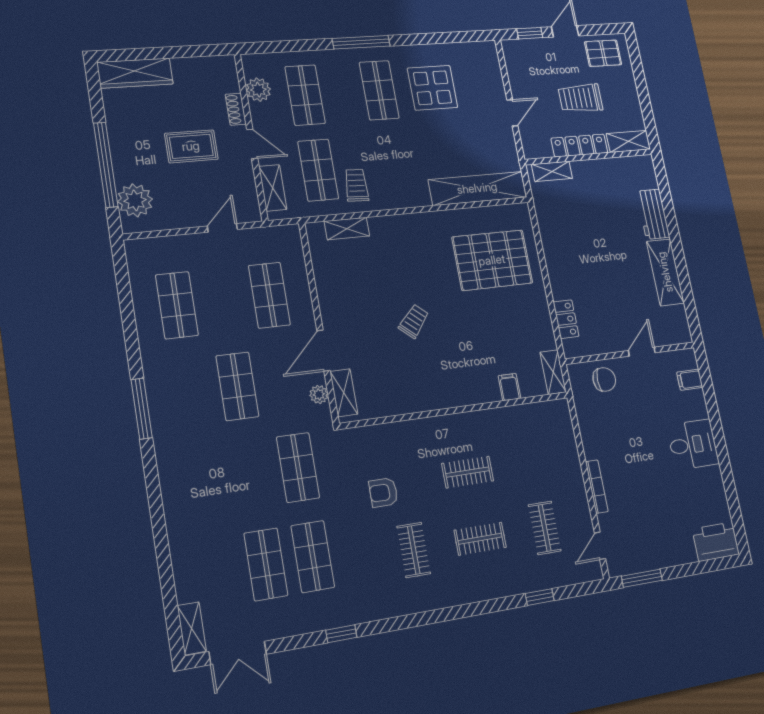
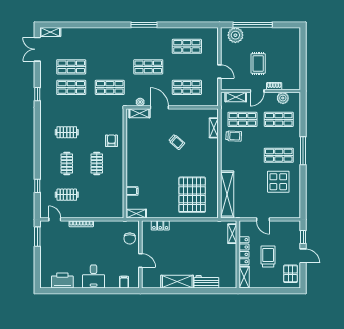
wardrobe: (135, 73) -> (294, 44), removed
trolley: (414, 321) -> (177, 142), moved
armchair: (383, 492) -> (111, 141), moved
printer: (716, 542) -> (62, 280), moved, turned -90

